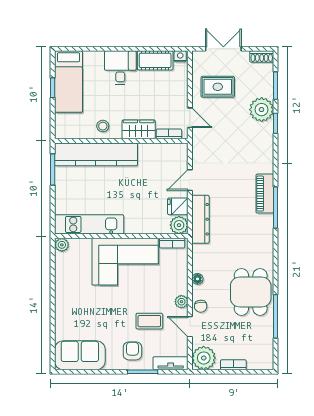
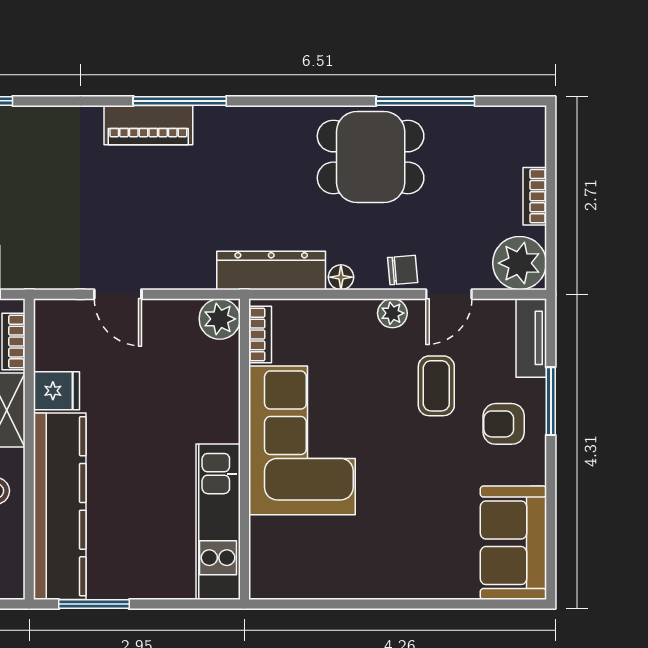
fridge: (178, 206) -> (57, 391), moved, turned -90
dresser: (200, 219) -> (271, 270), moved
plant: (62, 245) -> (264, 583), removed

